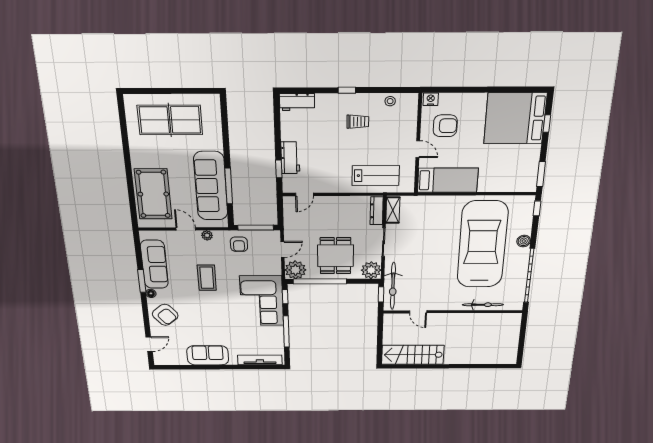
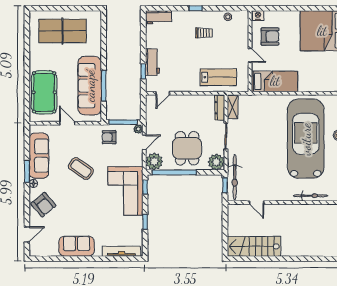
plant: (207, 235) -> (138, 129), moved
armchair: (239, 244) -> (109, 137), turned 90
coffee table: (207, 278) -> (81, 169), turned -55
window: (286, 332) -> (145, 222), width x0.46

